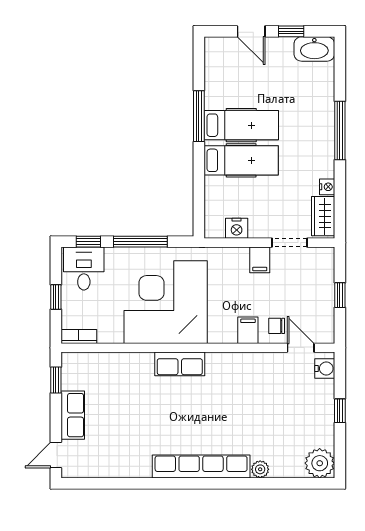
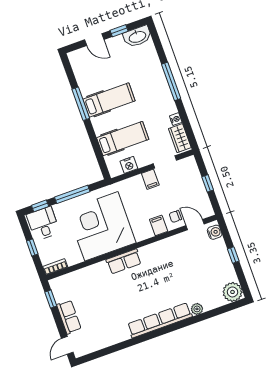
hospital bed: (241, 160) -> (123, 139), moved

